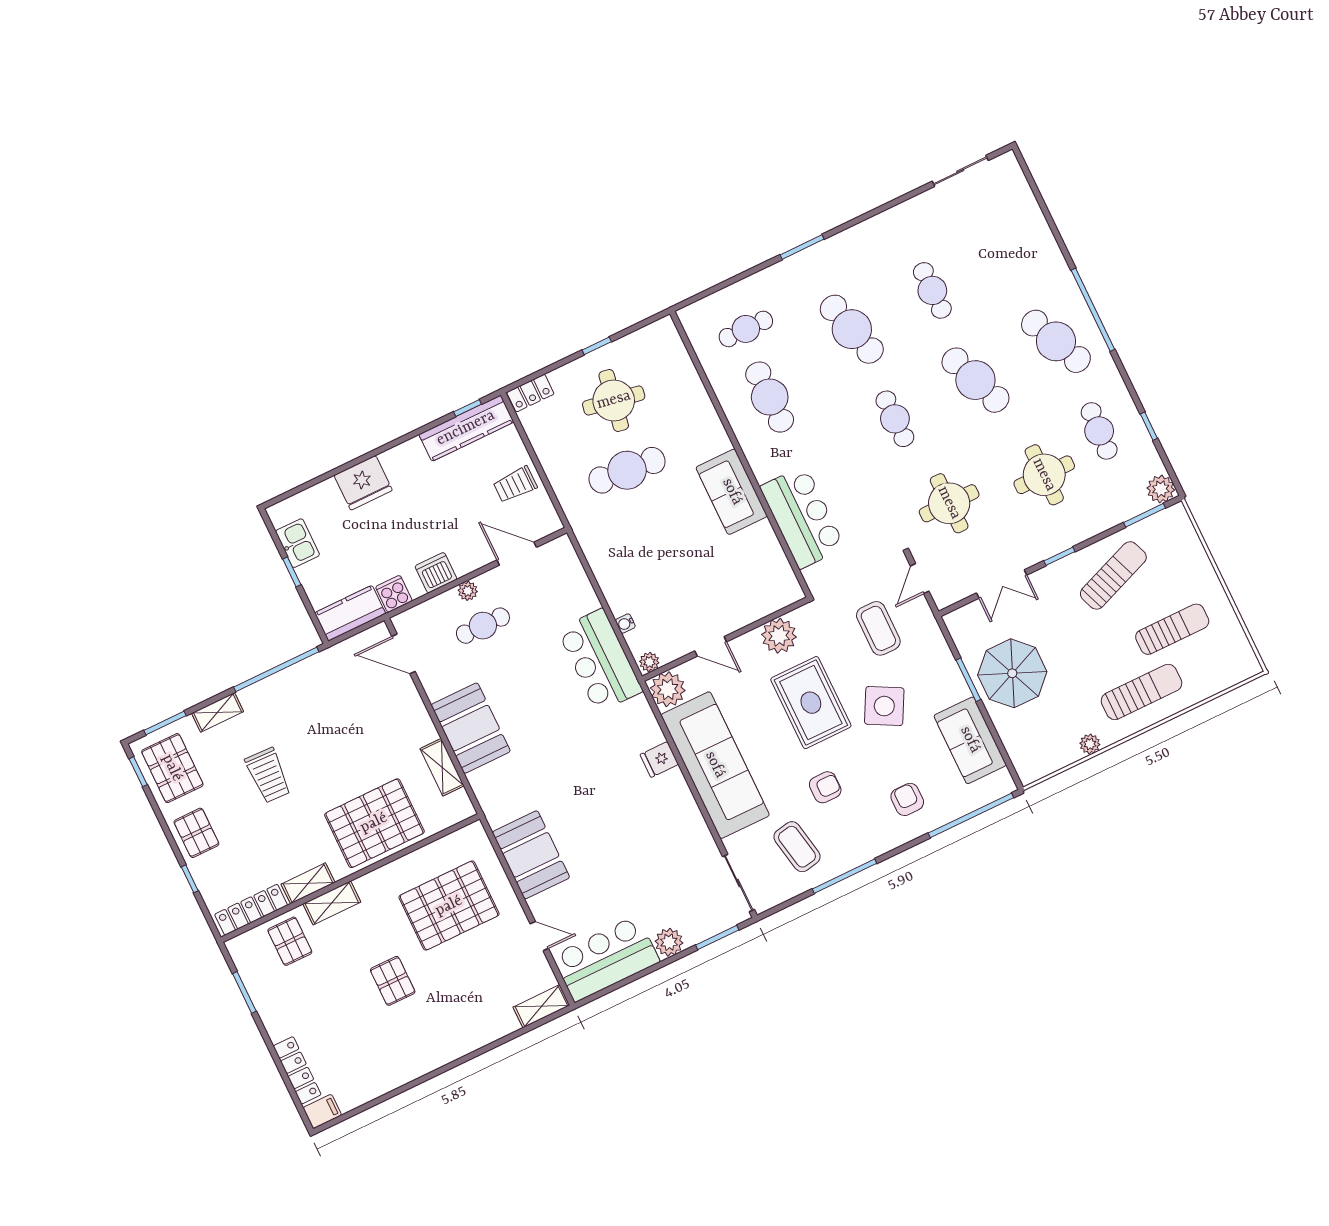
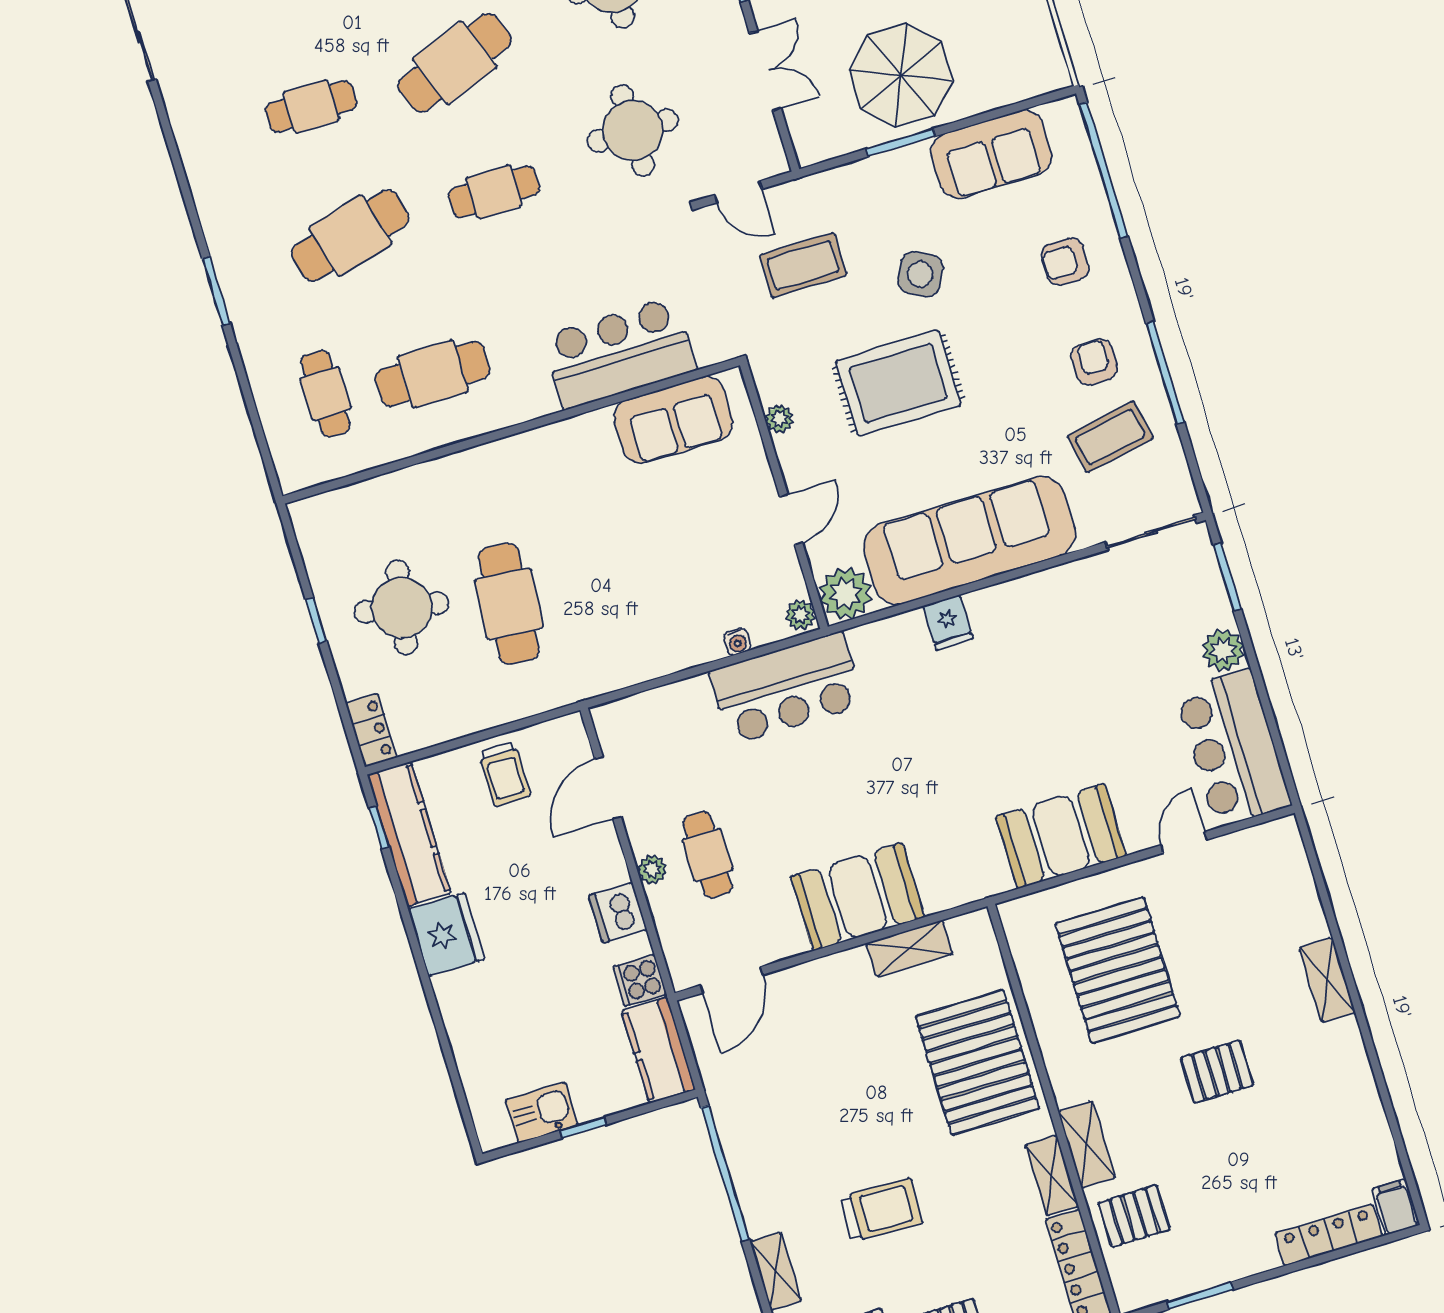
fridge: (363, 483) -> (447, 934), moved
sofa: (732, 492) -> (673, 420), moved
plant: (779, 636) -> (779, 419), width x0.53, depth x0.53
side table: (884, 706) -> (920, 274), width x0.73, depth x0.73
armchair: (825, 787) -> (1094, 362), moved
shelving: (541, 1006) -> (1327, 980), moved

